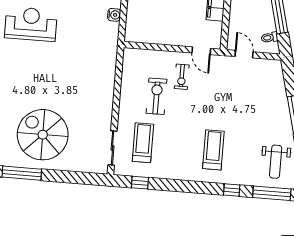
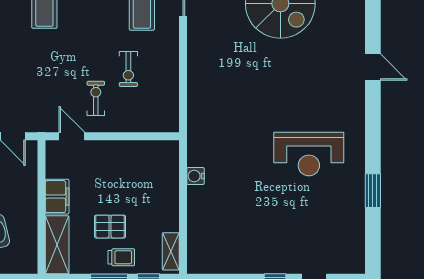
exercise bike: (156, 96) -> (128, 69), width x0.73, depth x0.72

